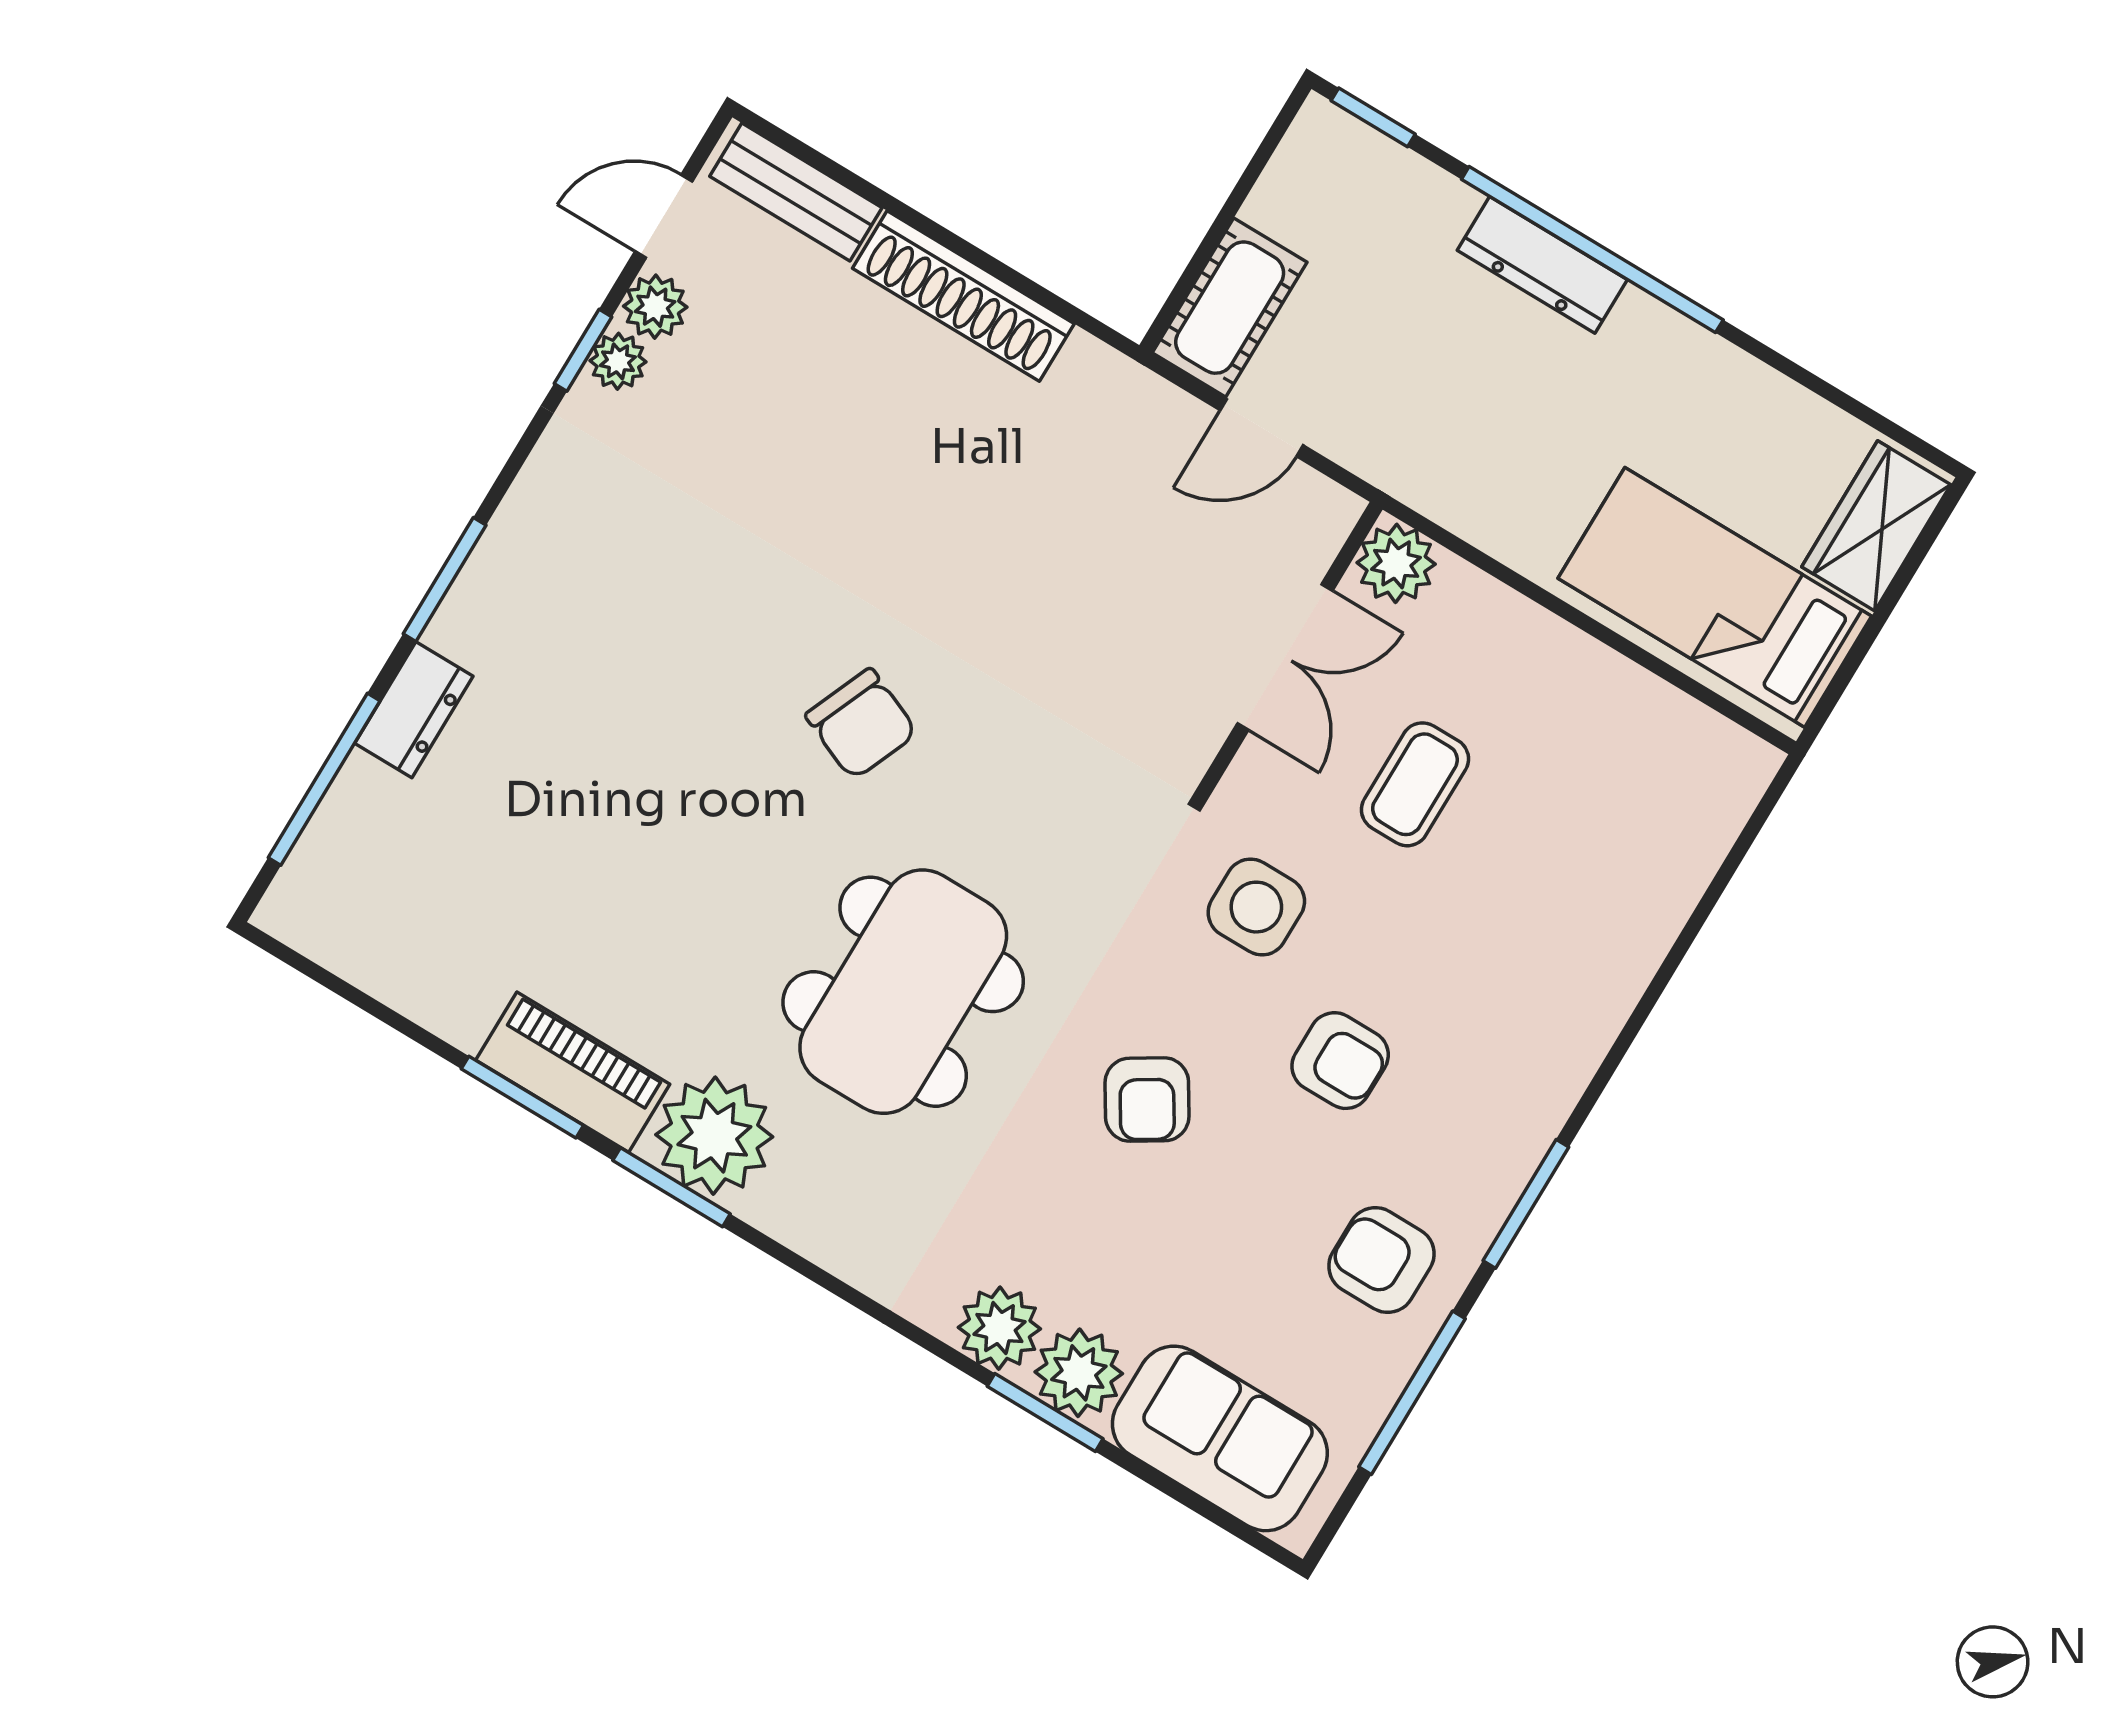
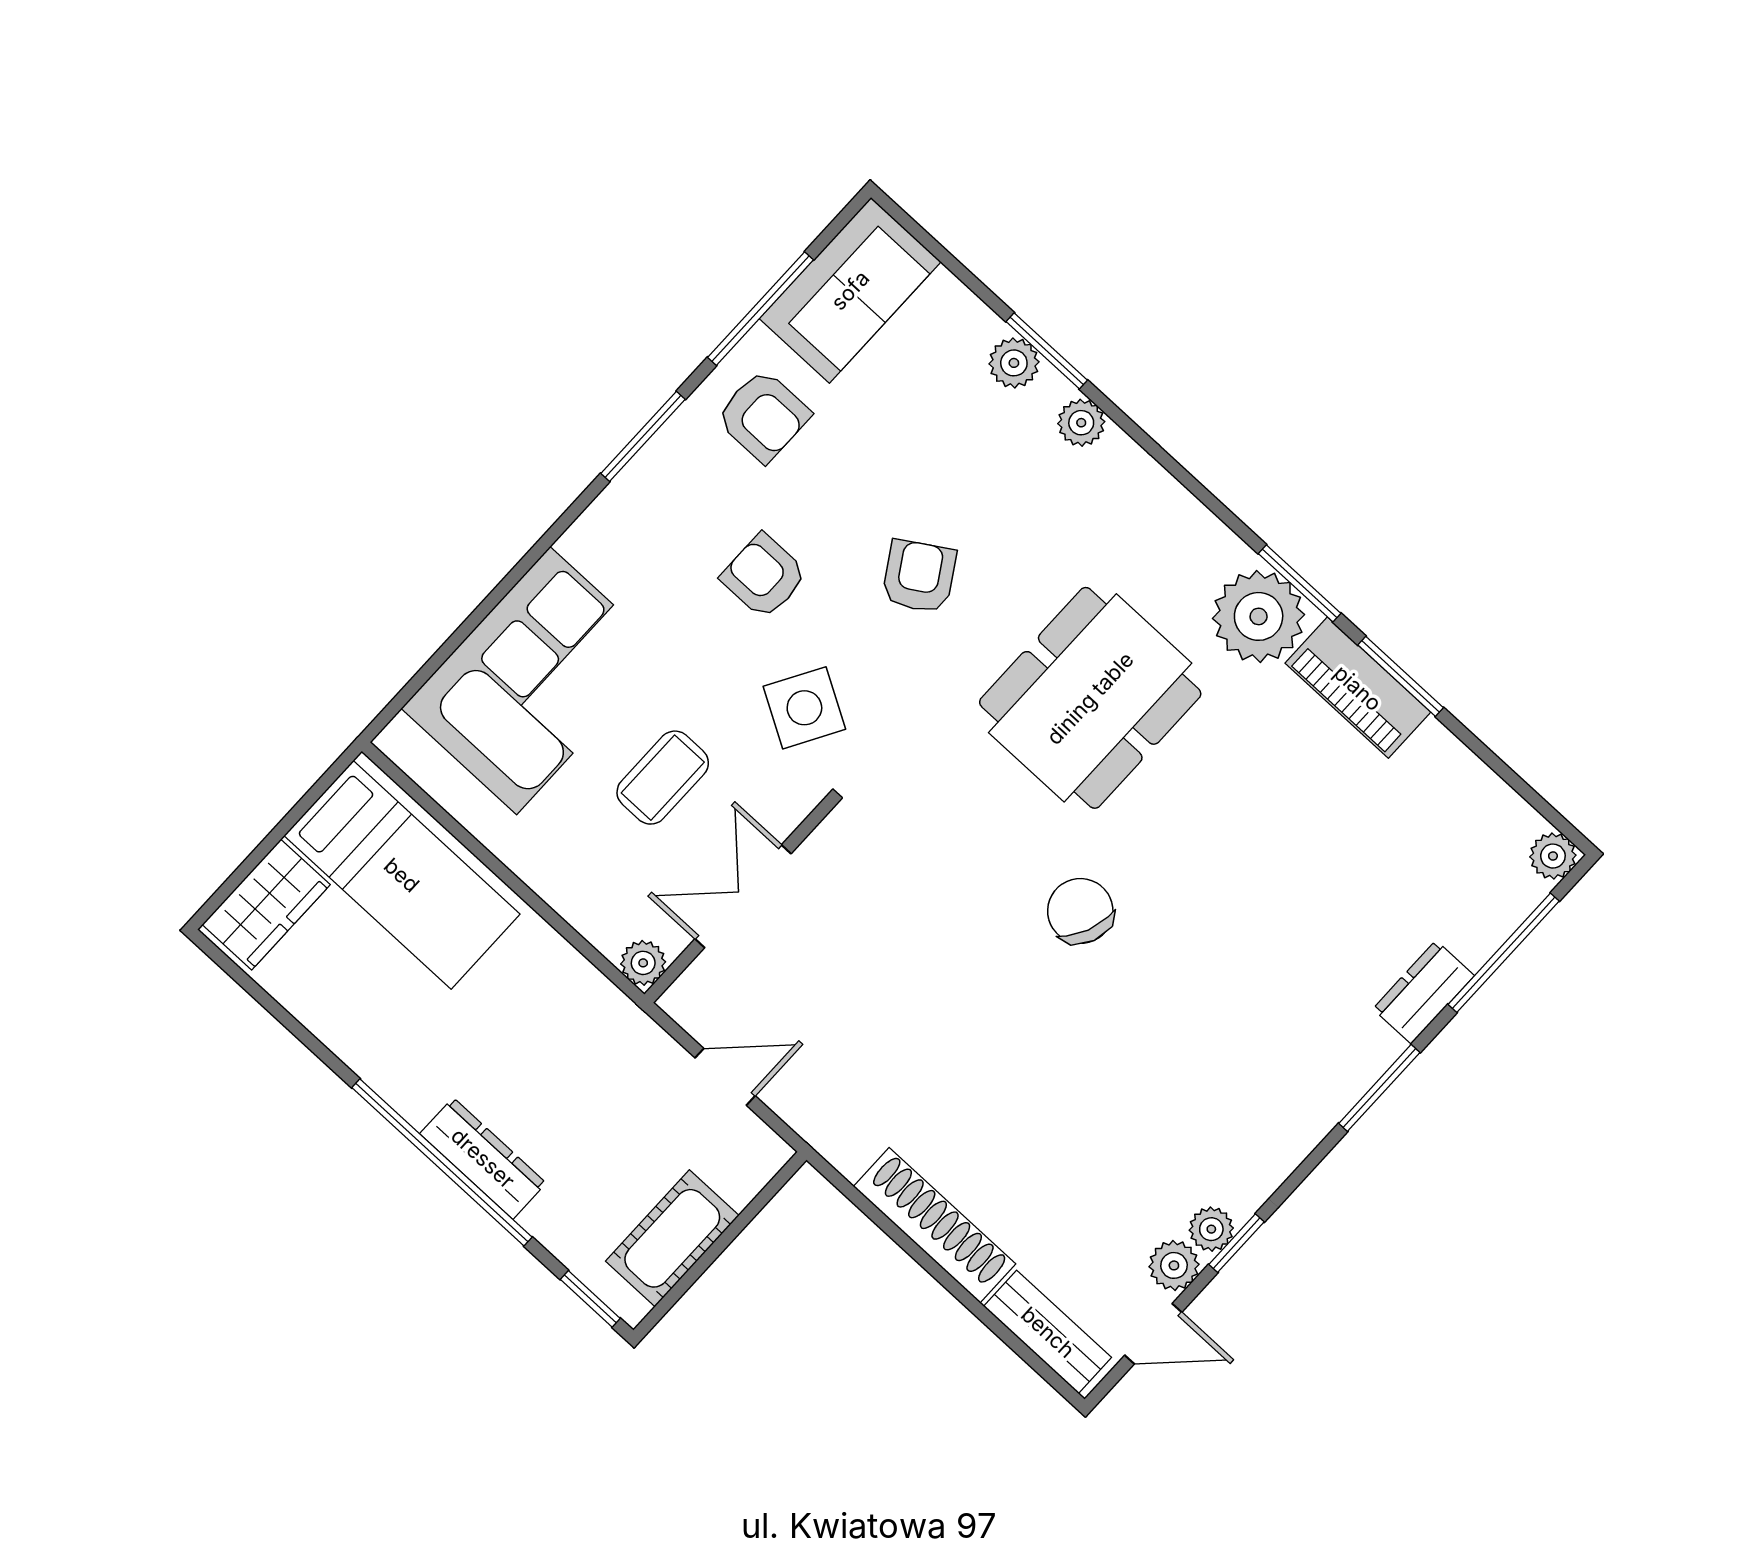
cot: (1230, 308) -> (672, 1238), moved
plant: (1396, 563) -> (643, 963), width x0.73, depth x0.73
corner sofa: (1601, 872) -> (533, 681), added
side table: (1256, 907) -> (804, 708), turned 30
plant: (287, 912) -> (1553, 856), added
plant: (999, 1328) -> (1081, 423), width x0.73, depth x0.73
plant: (1079, 1373) -> (1014, 363), width x0.73, depth x0.73
sofa: (1220, 1438) -> (850, 290), moved, turned -90

